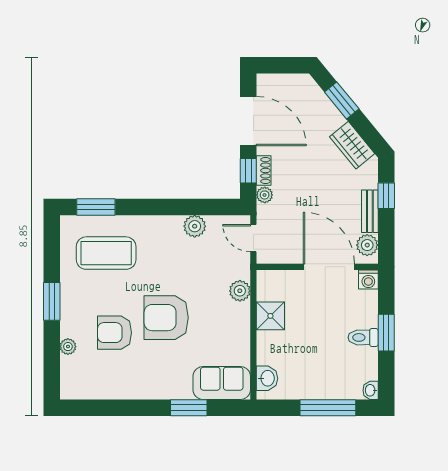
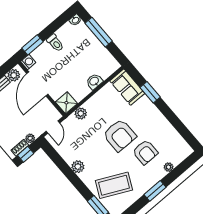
plant: (195, 226) -> (78, 167), moved
coffee table: (106, 253) -> (114, 185), turned -64
shower: (270, 316) -> (66, 103), moved
window: (386, 333) -> (33, 45), moved
washbasin: (267, 378) -> (94, 81), moved

